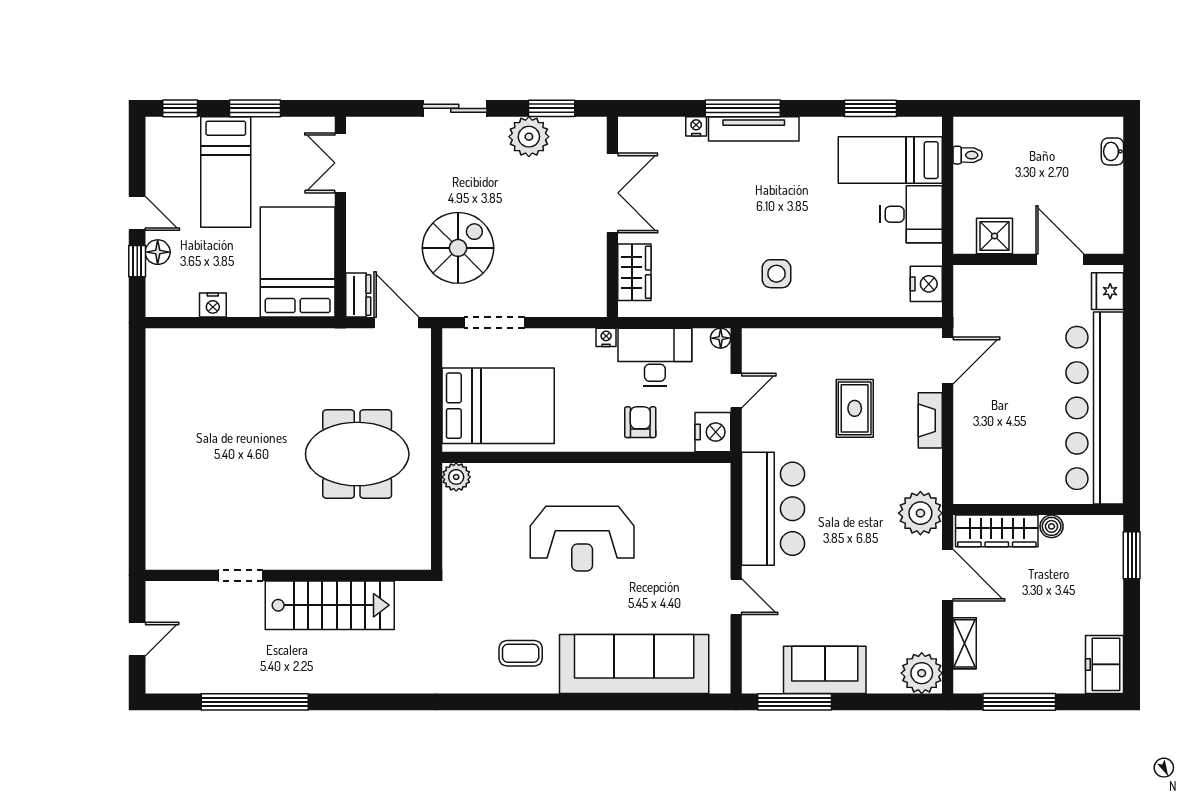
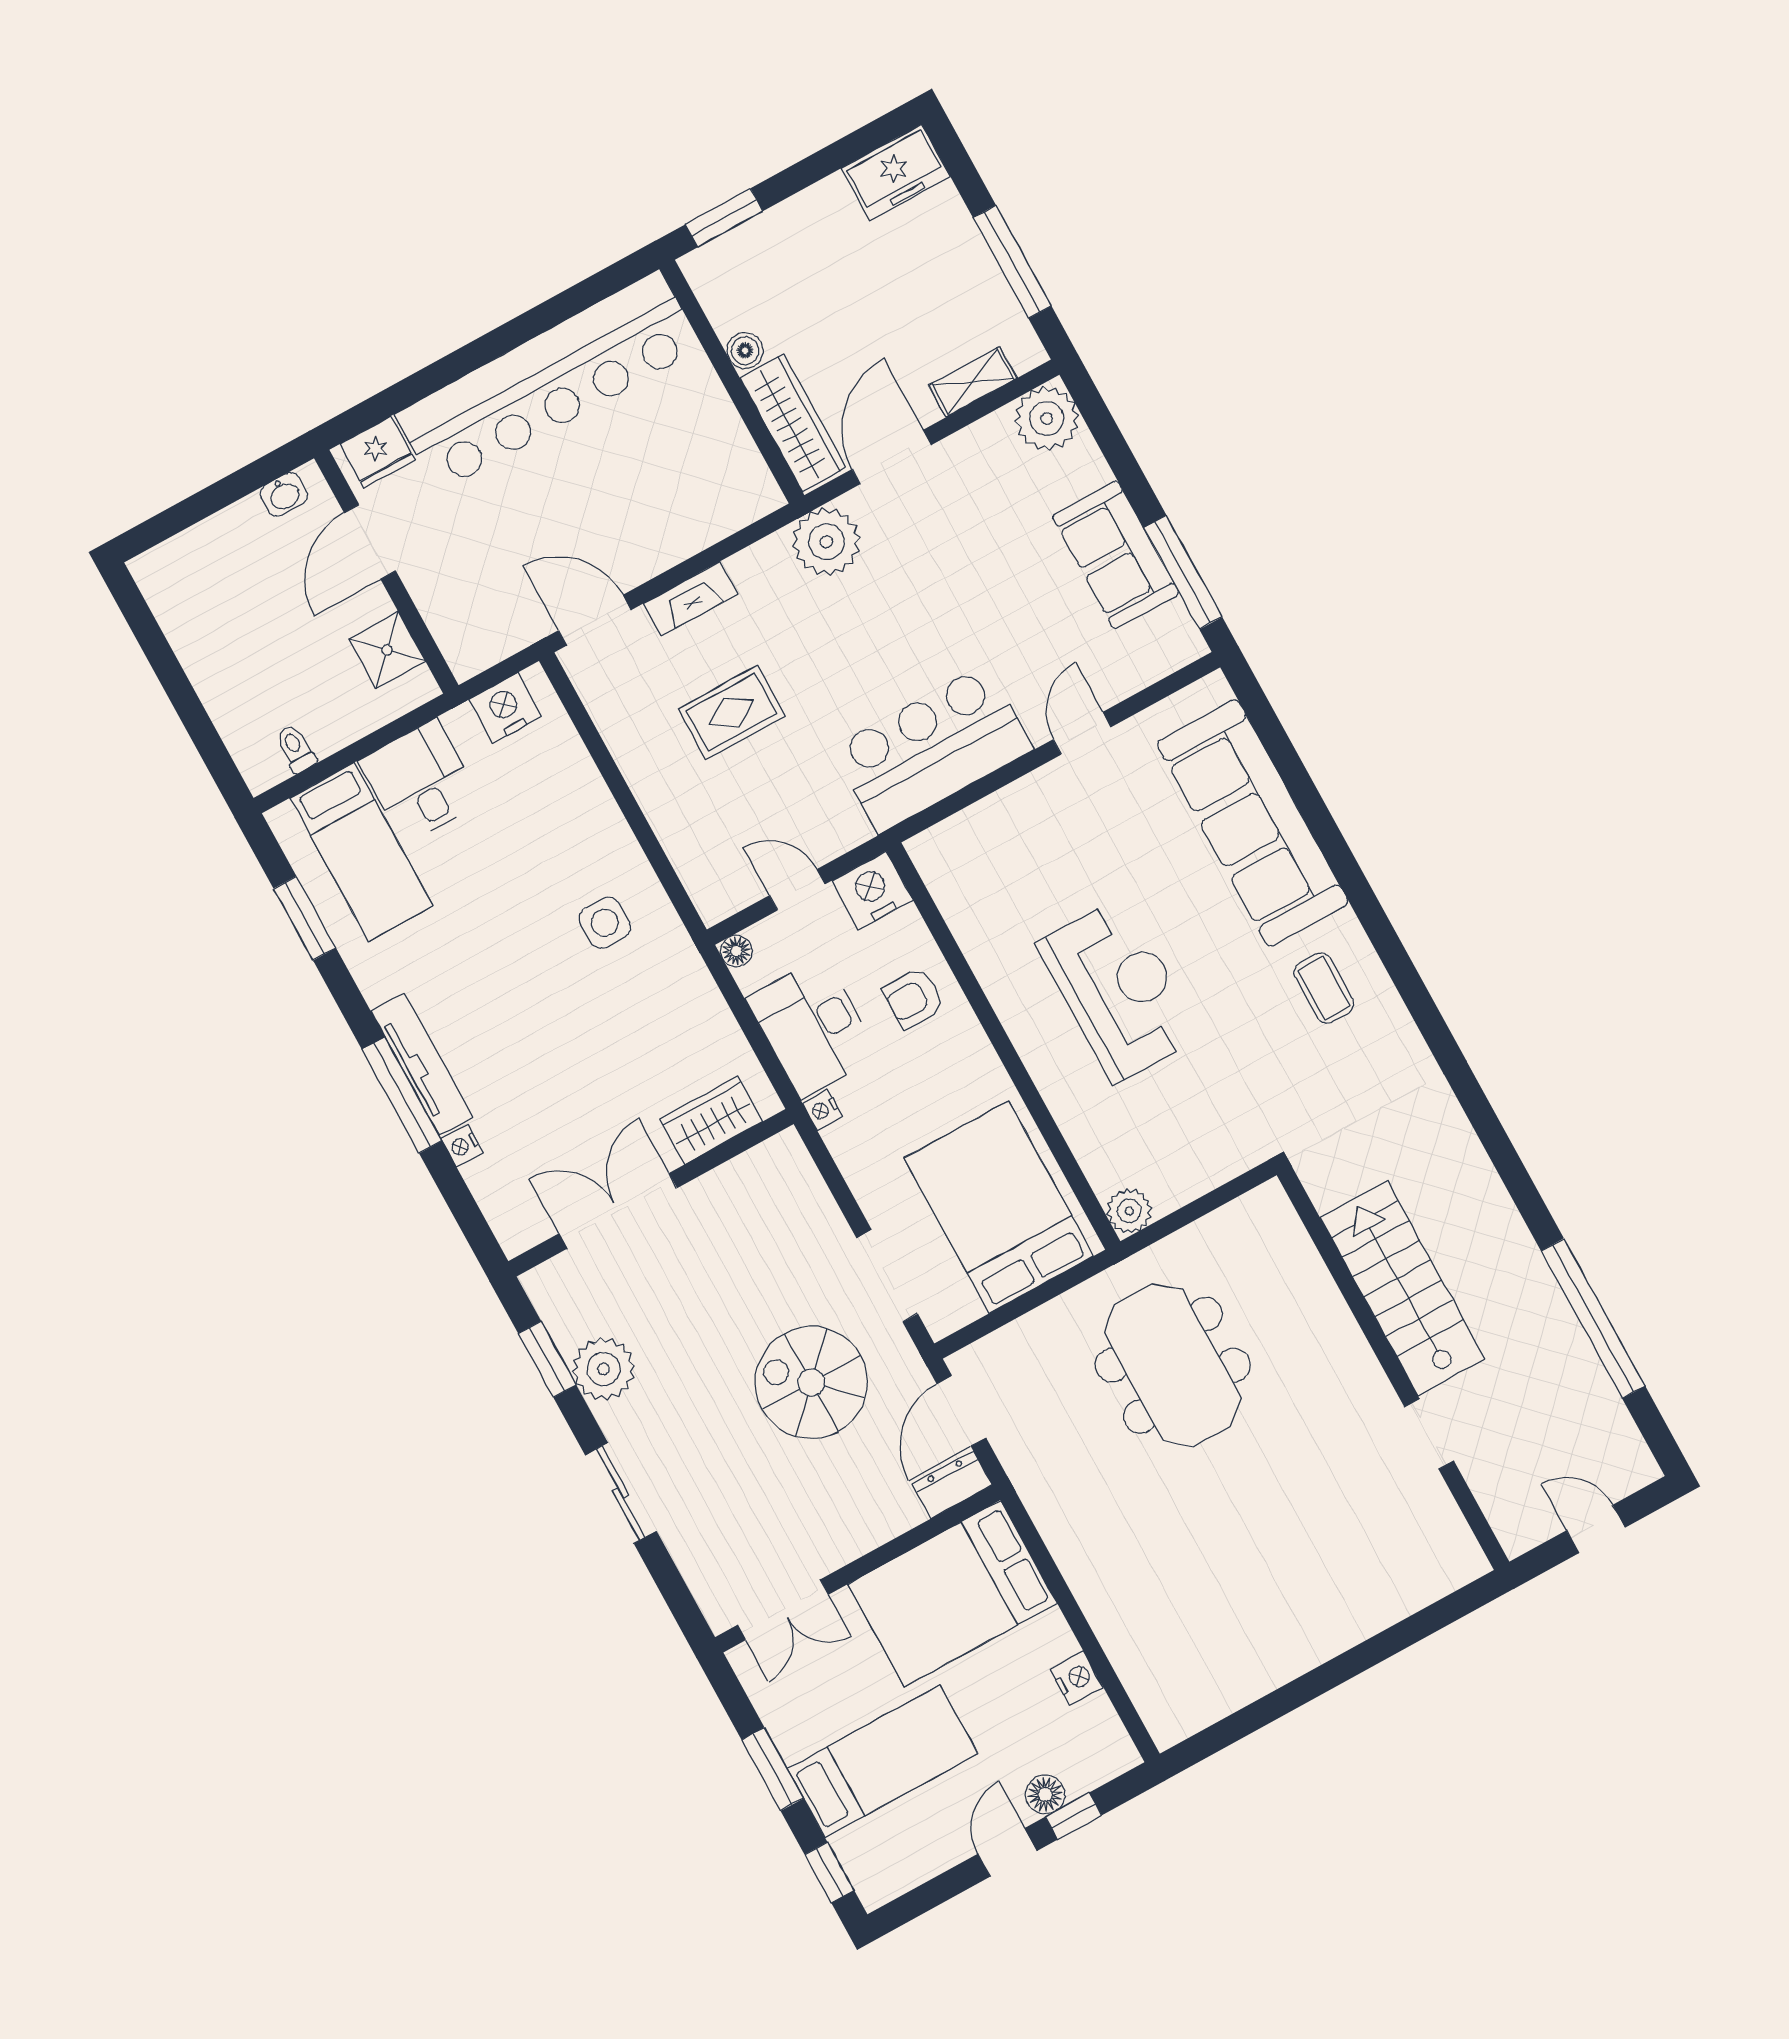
washbasin: (1112, 151) -> (284, 494), moved

